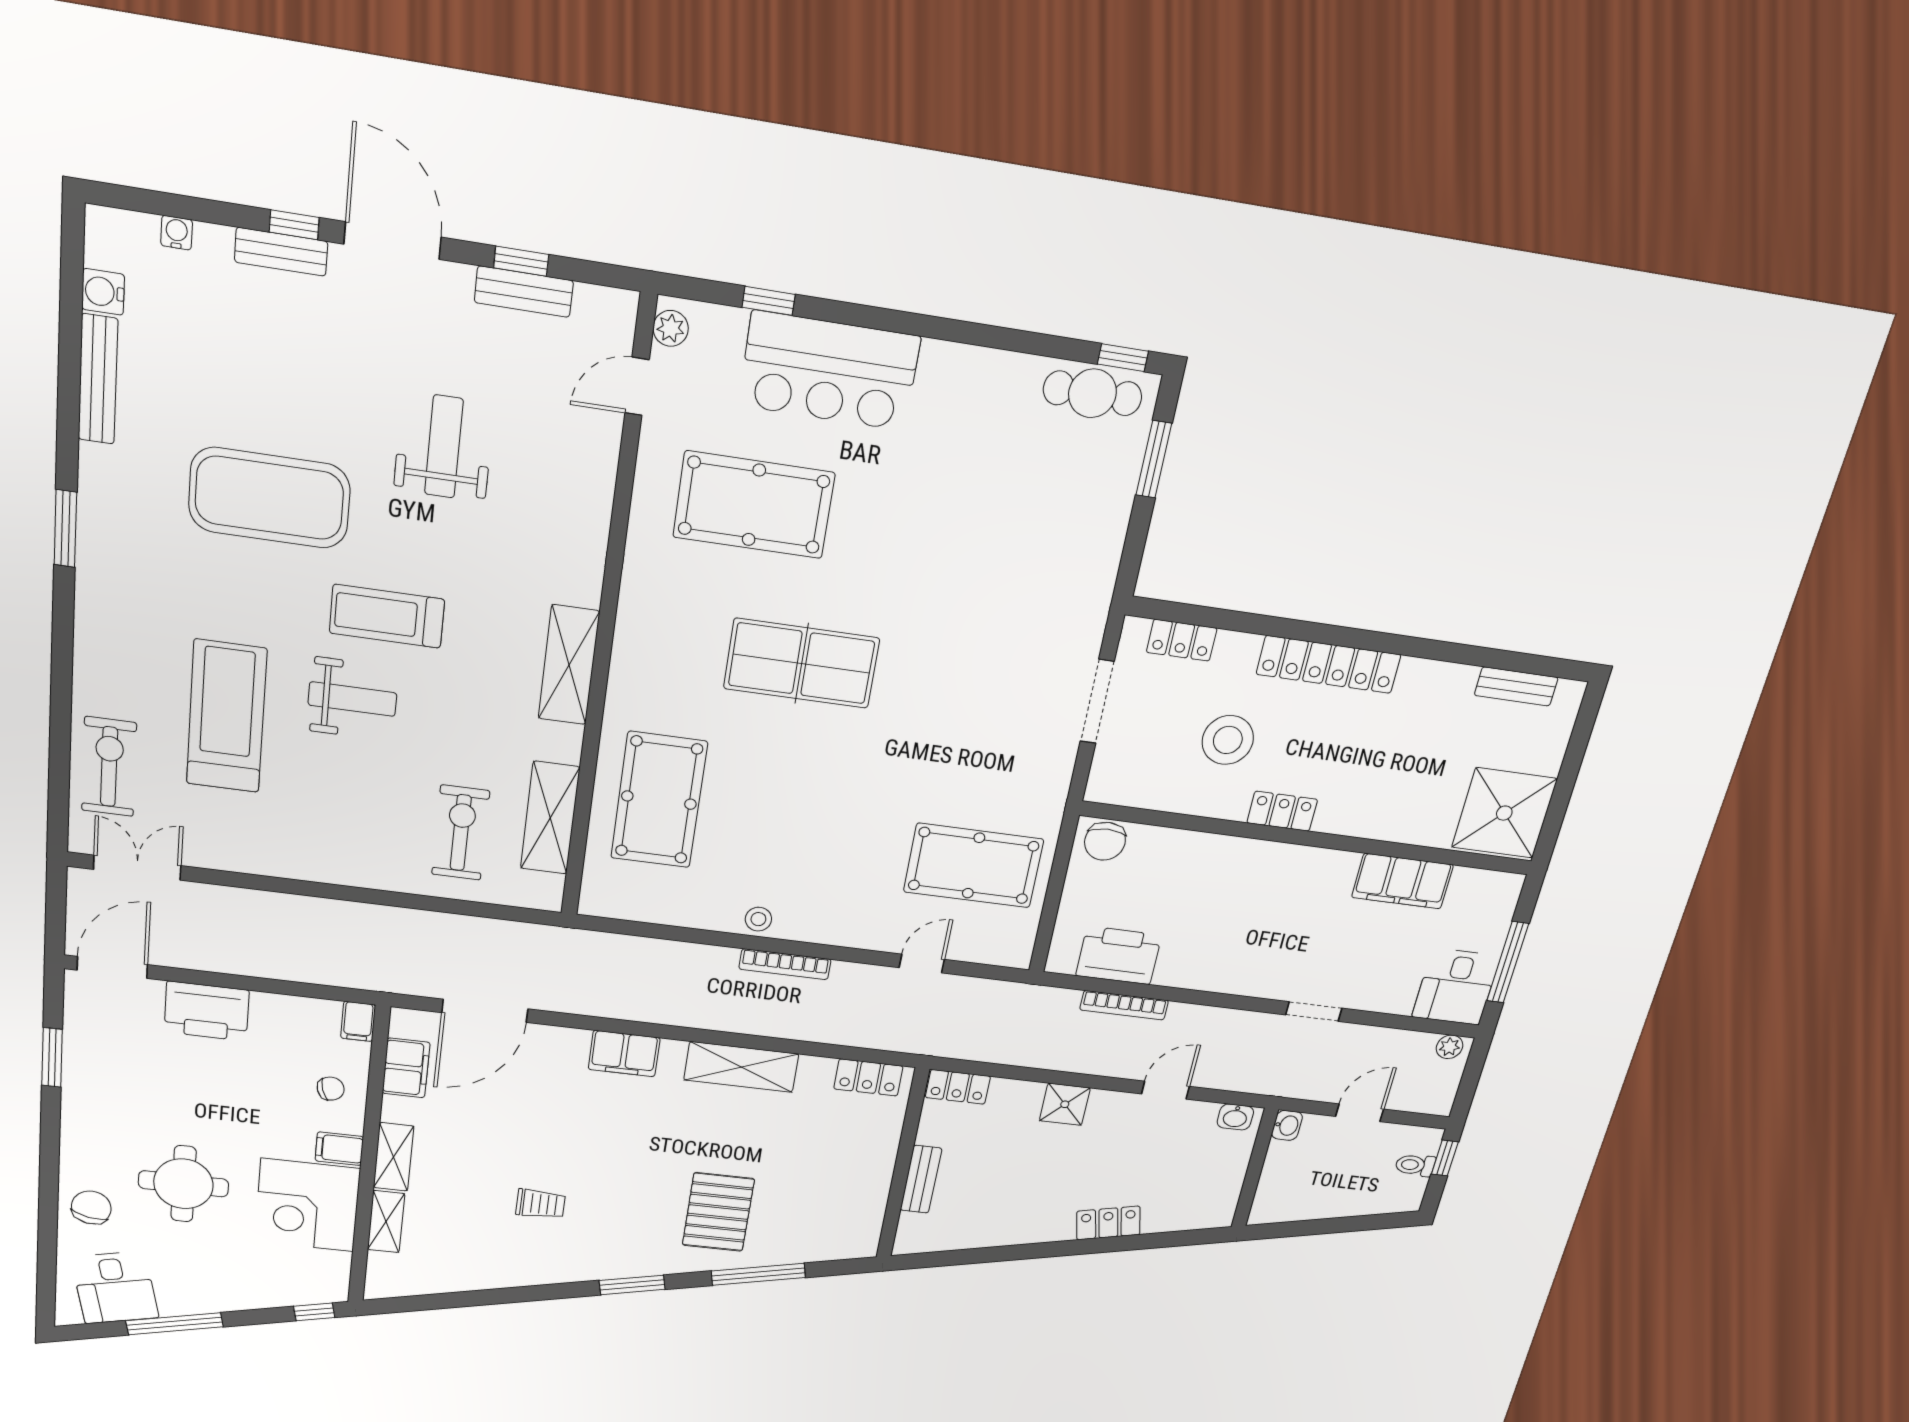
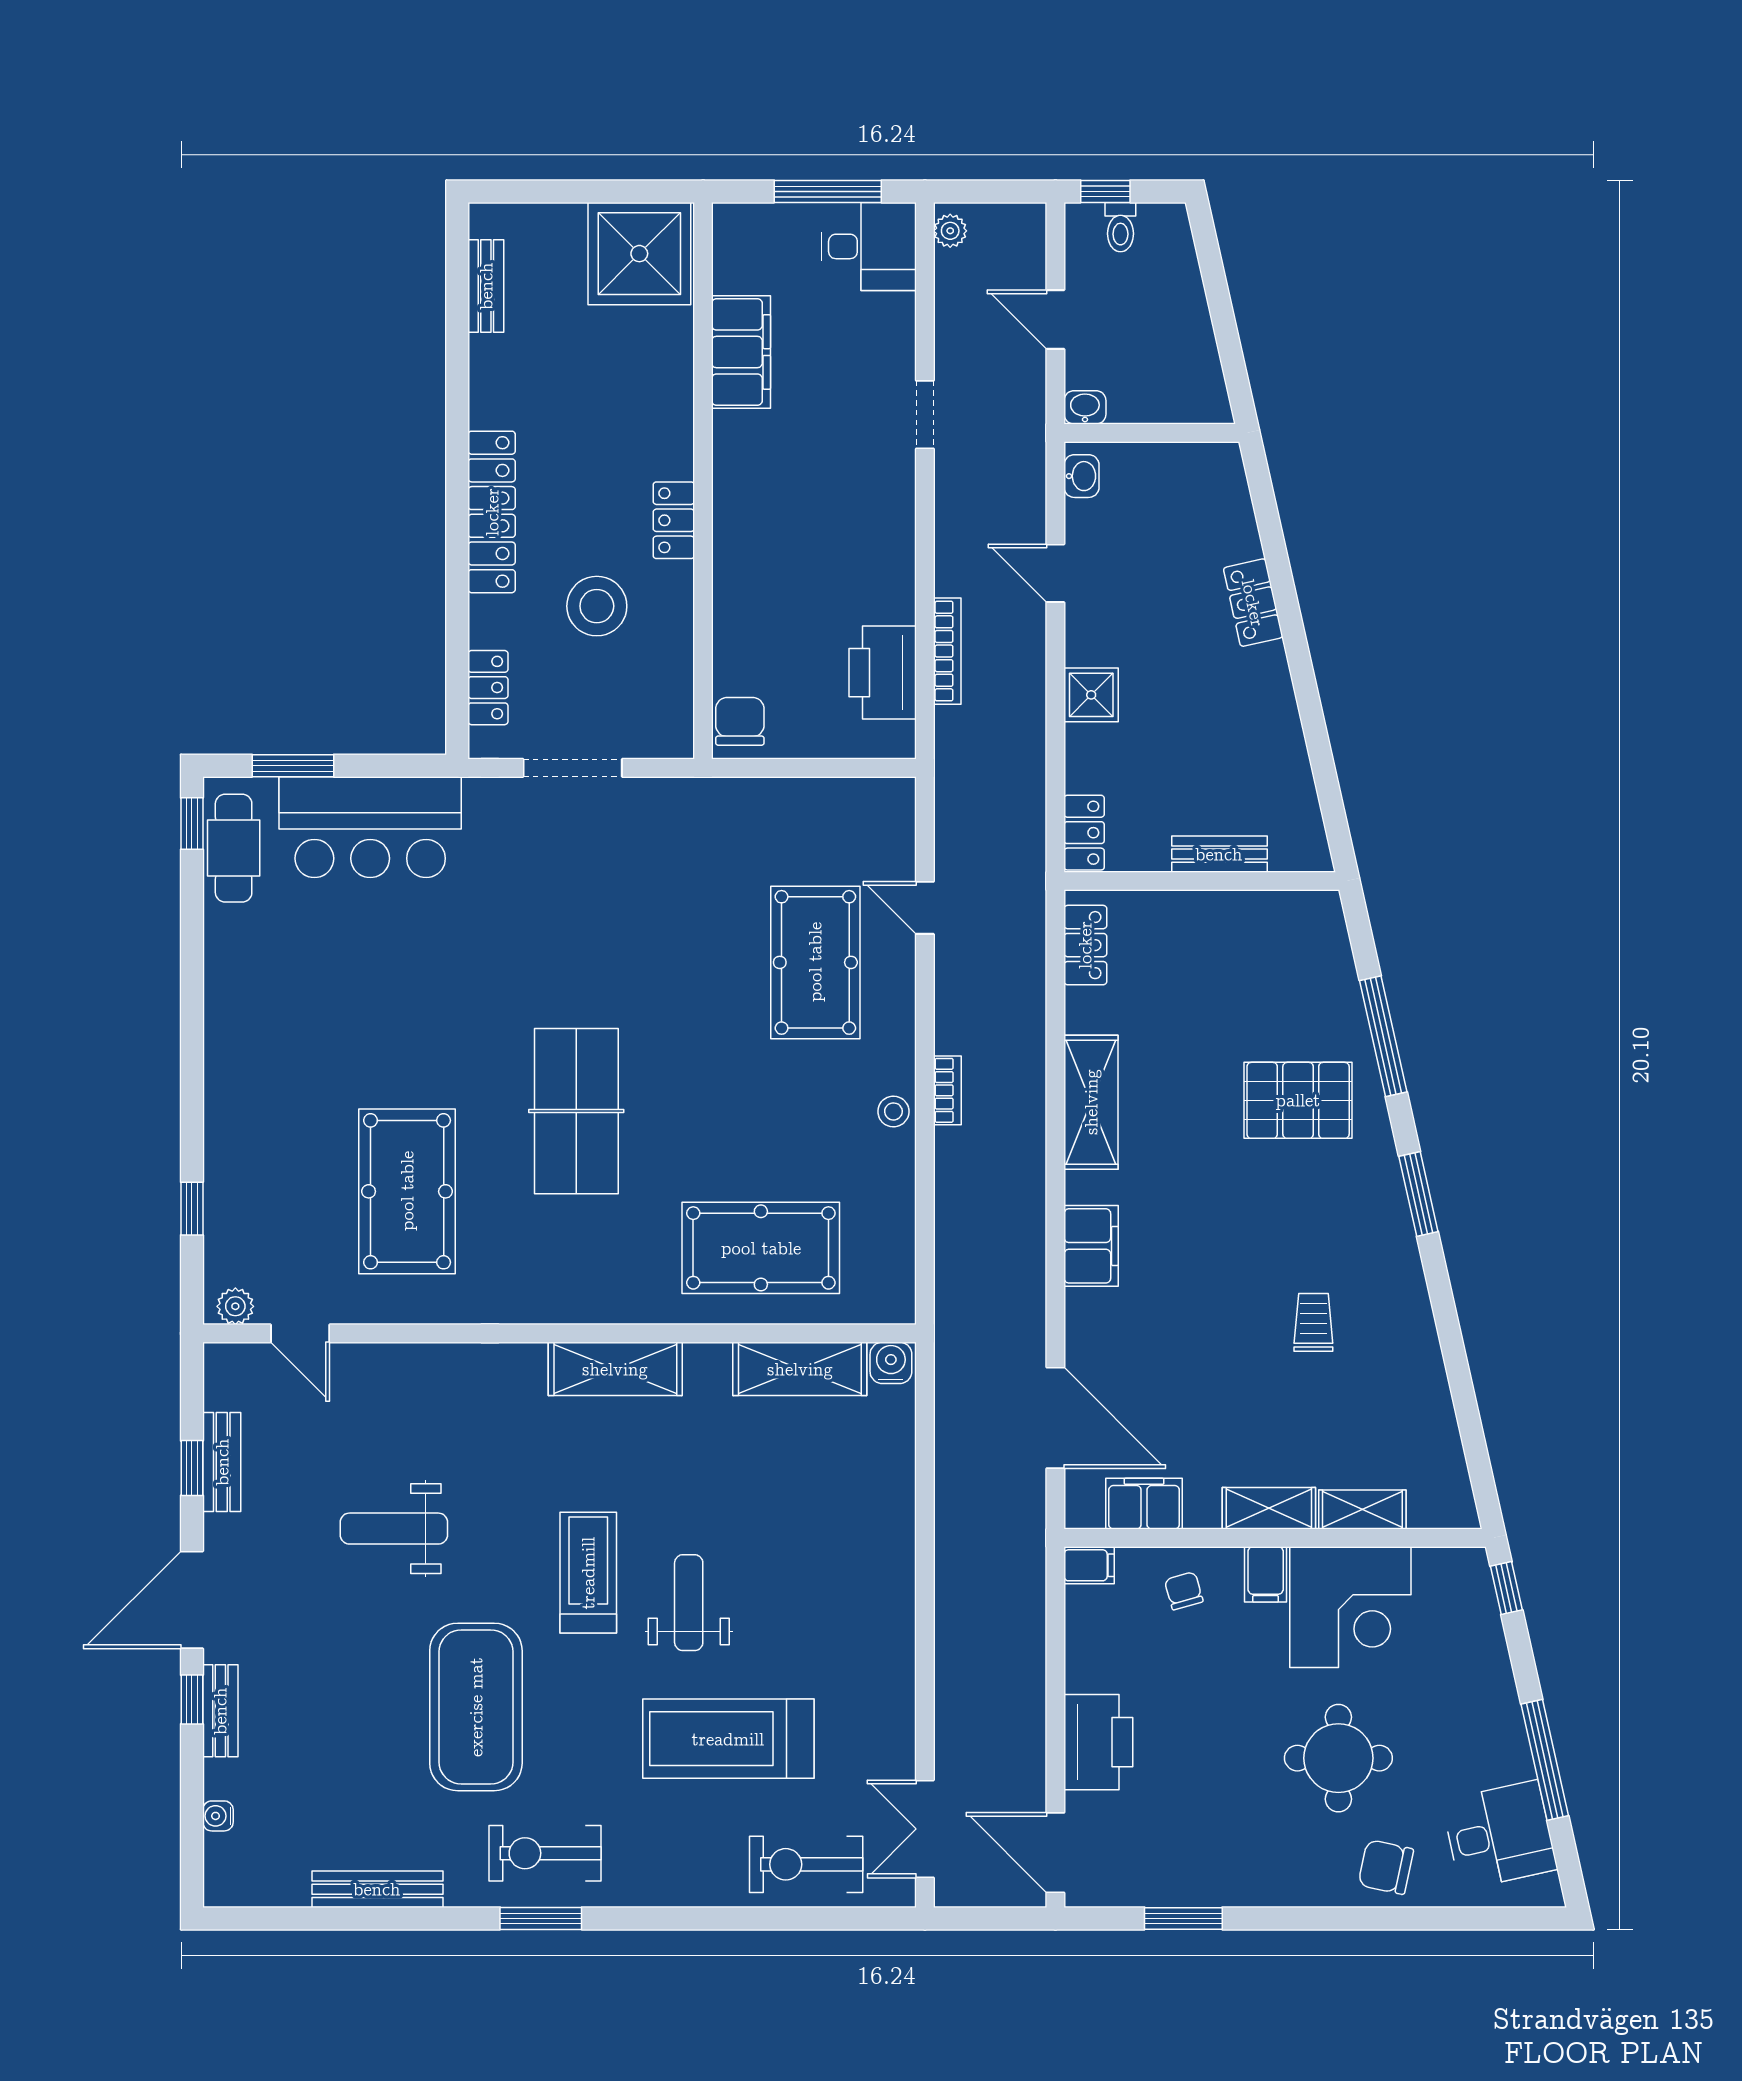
water cooler: (103, 292) -> (891, 1363), moved, turned 180
bar counter: (829, 371) -> (370, 827), moved, turned 90
treadmill: (387, 616) -> (588, 1573), turned 180
exercise bike: (461, 833) -> (545, 1853), moved
chair: (1105, 841) -> (740, 721), turned -90
pool table: (974, 866) -> (815, 962), moved
bookcase: (785, 964) -> (947, 1090), width x0.64

